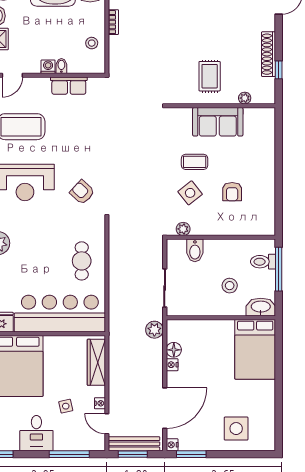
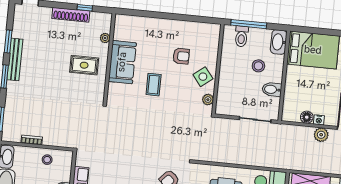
side table: (190, 193) -> (203, 77), moved
bidet: (195, 250) -> (272, 89), moved, turned 180
plant: (154, 330) -> (321, 135), moved

